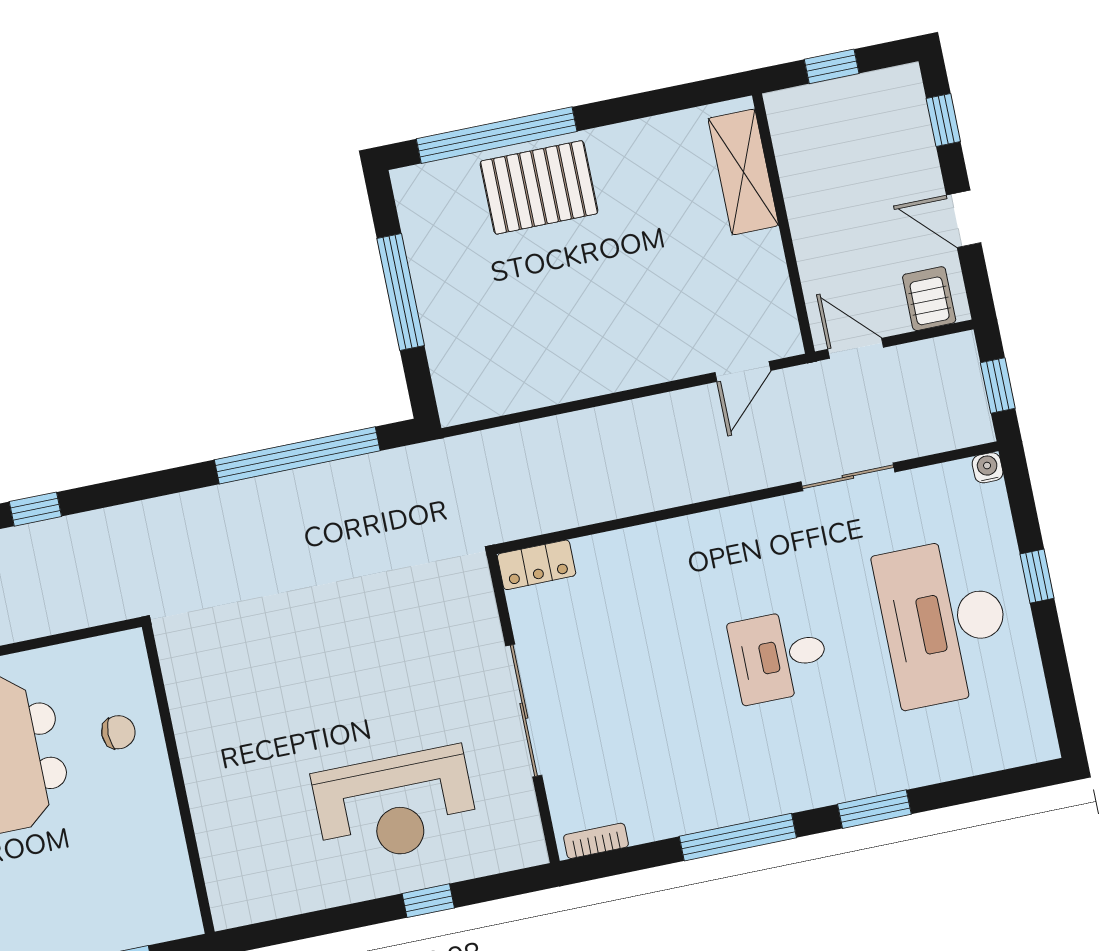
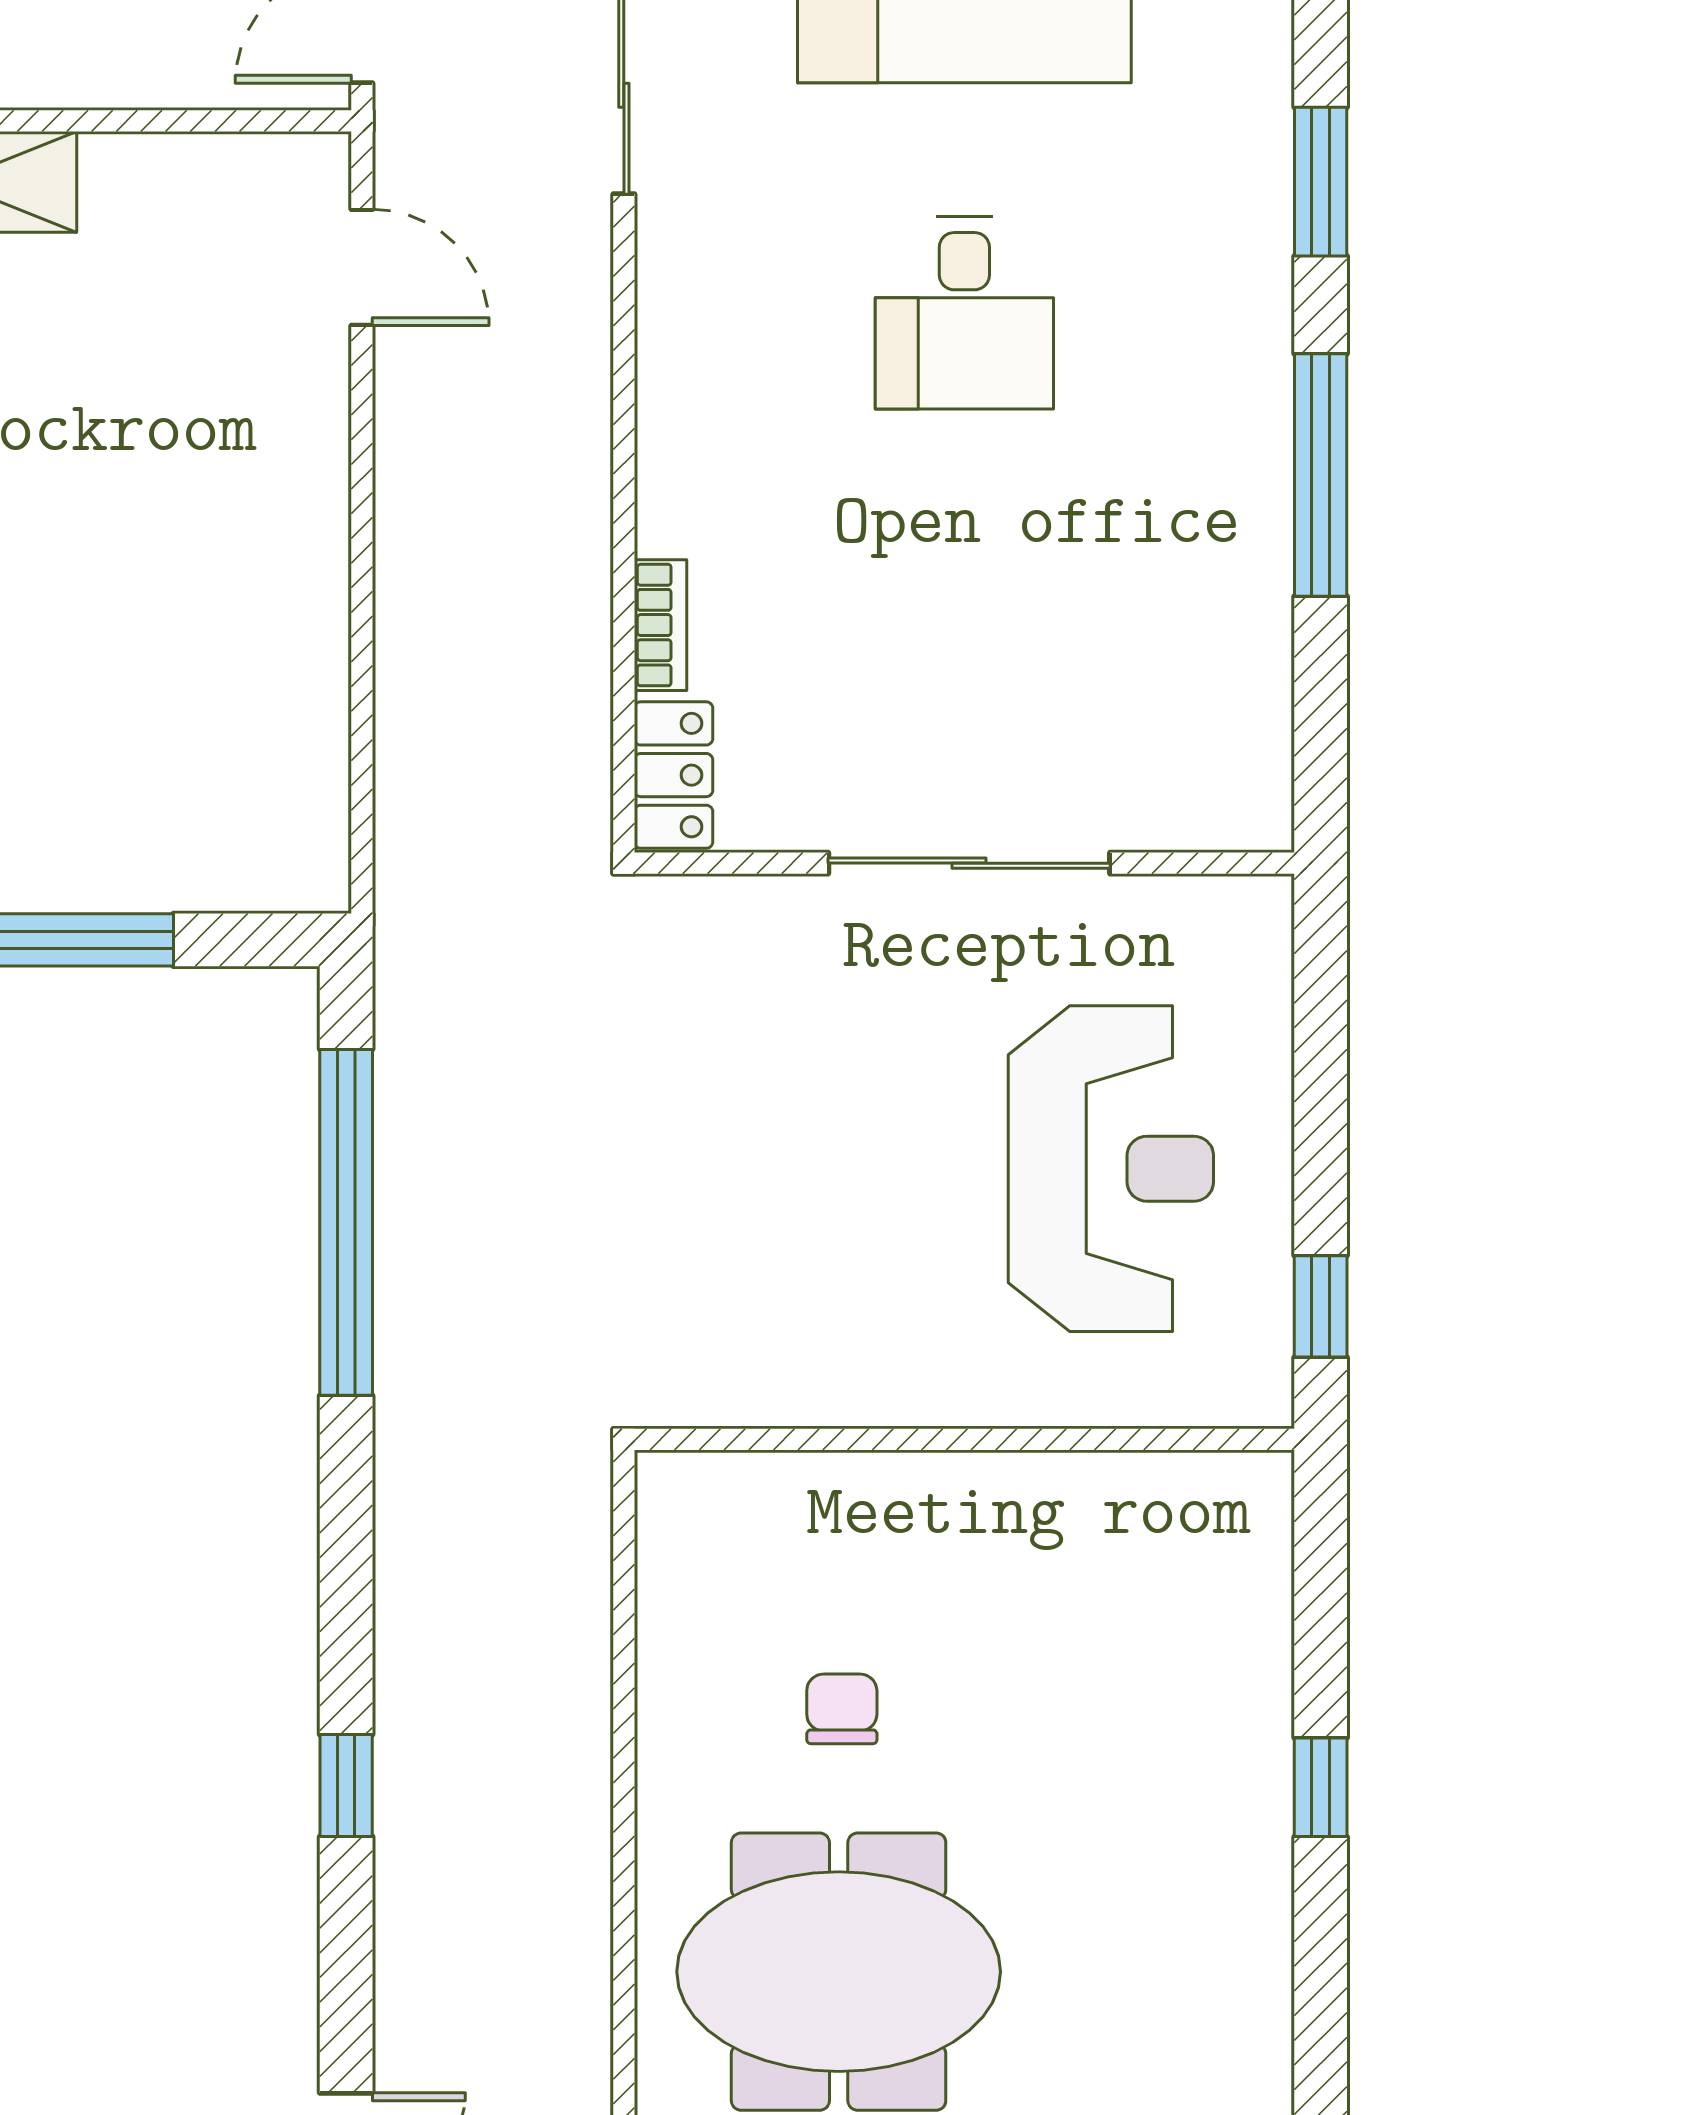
wall: (178, 779) -> (964, 1439), moved
bookcase: (596, 841) -> (660, 625), moved, turned 180
window: (428, 901) -> (1321, 1306), moved

